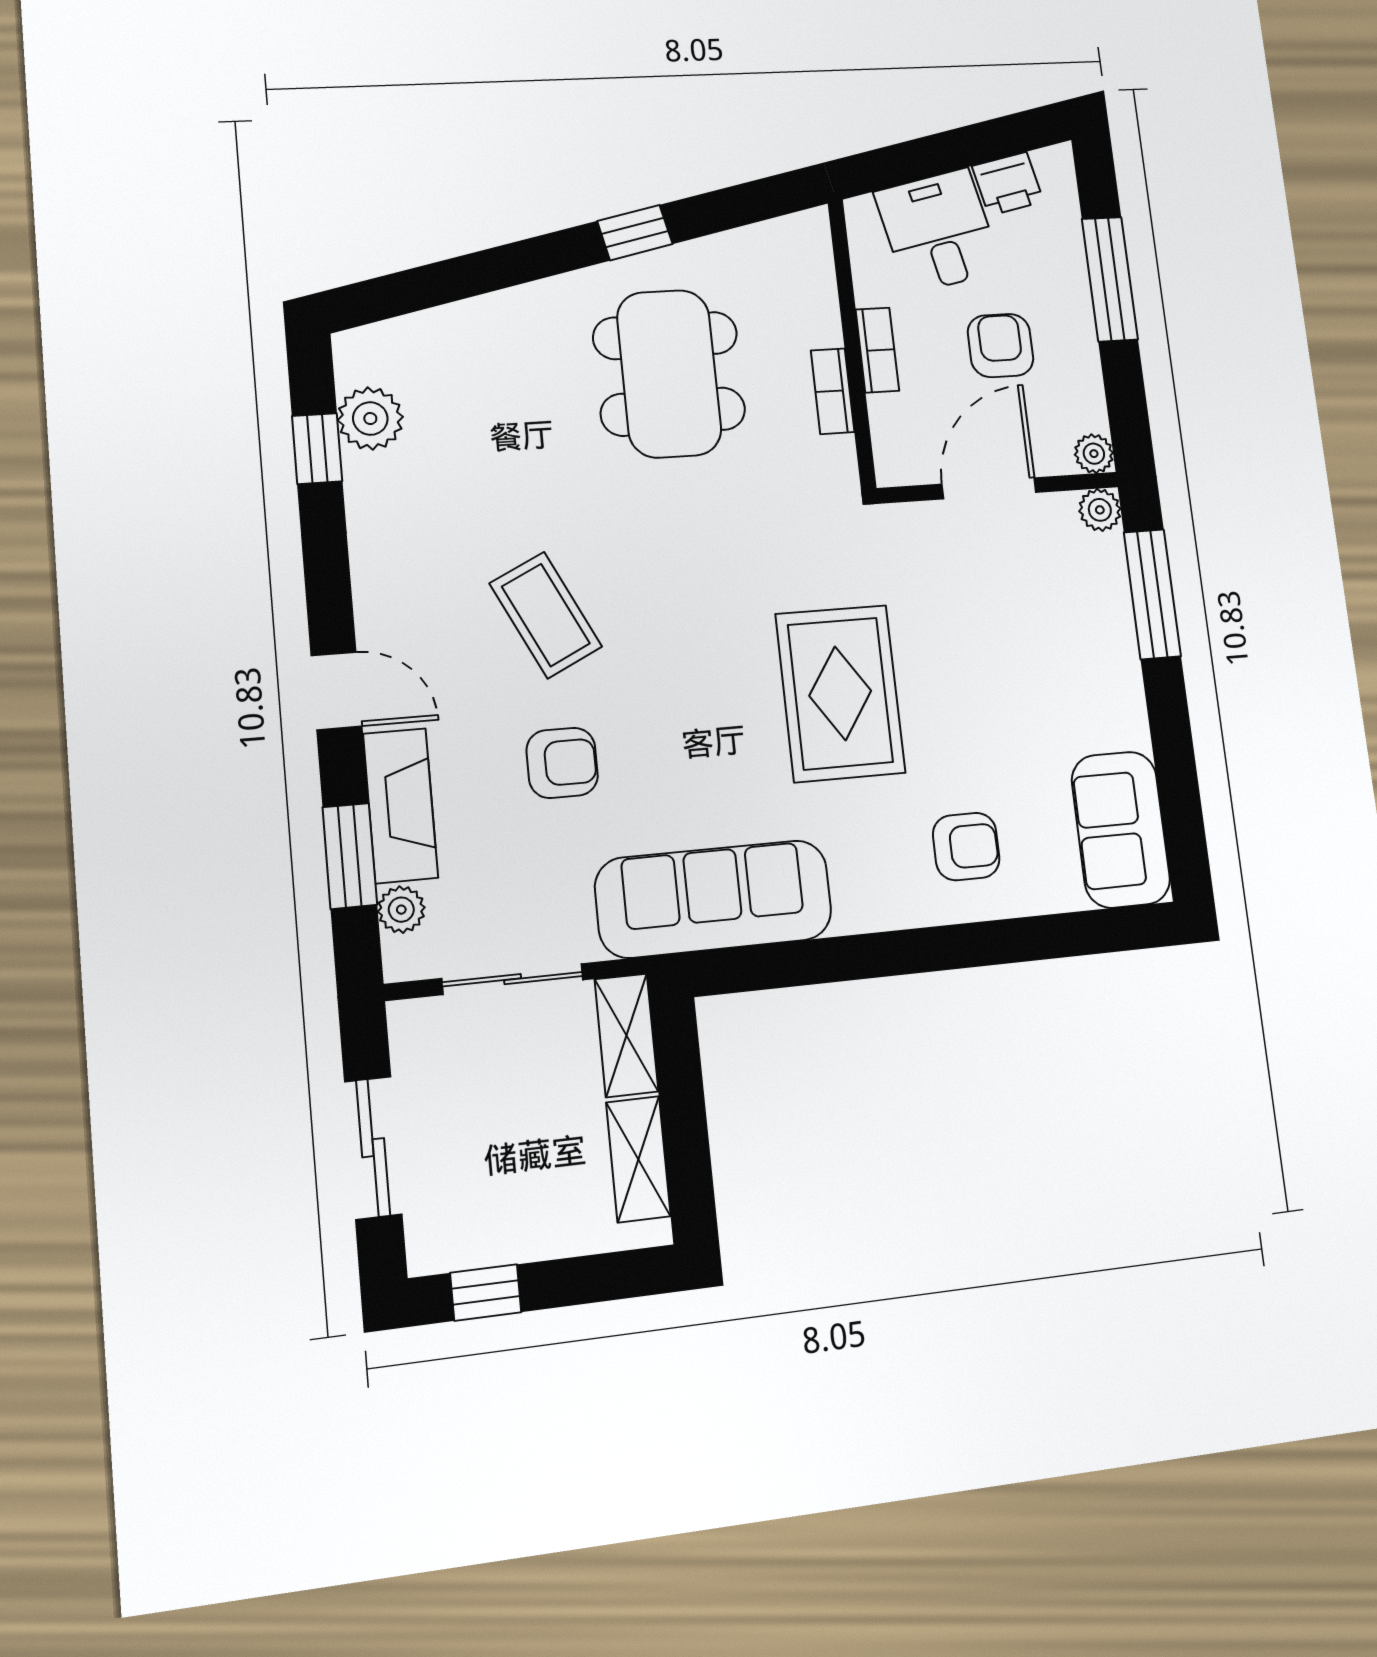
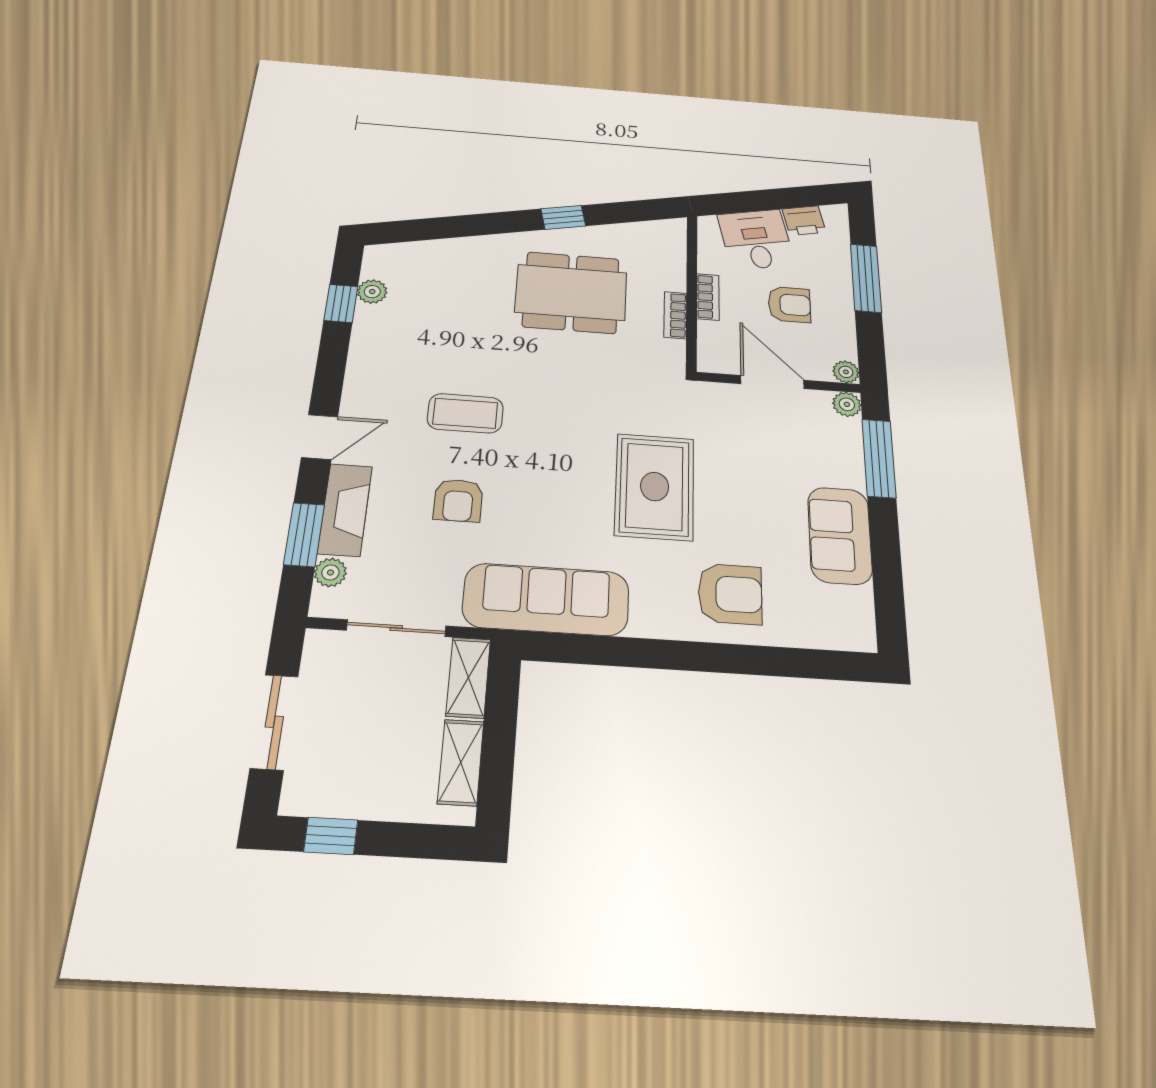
armchair: (1001, 346) -> (789, 305), turned 90
dining table: (669, 374) -> (571, 292), turned 90
plant: (370, 419) -> (372, 292), width x0.73, depth x0.73
door: (989, 488) -> (772, 382), hinge flipped
coffee table: (546, 615) -> (465, 413), turned -64
door: (336, 691) -> (320, 437), hinge flipped
armchair: (562, 763) -> (458, 500), turned 90
sofa: (1121, 830) -> (840, 535), moved
armchair: (966, 847) -> (730, 594), width x1.38, depth x1.38

